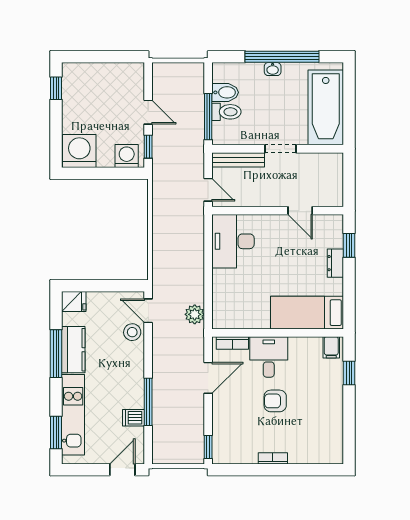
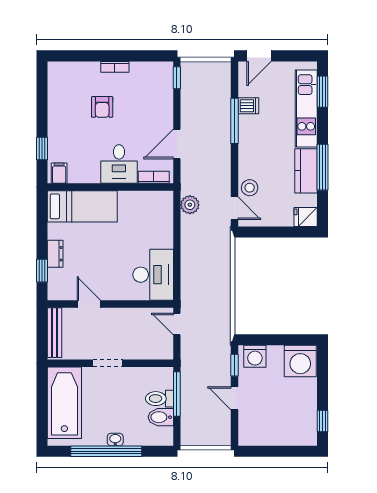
bench: (238, 160) -> (55, 333), moved, turned 90
armchair: (275, 401) -> (102, 107), moved, turned 90

